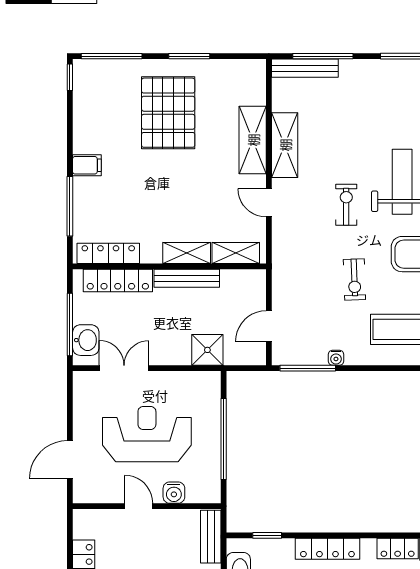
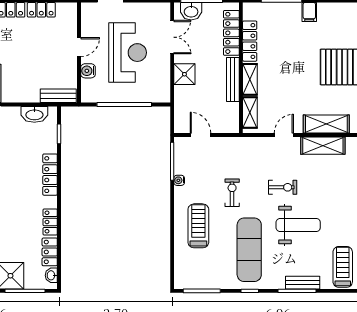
locker: (108, 253) -> (250, 41), moved
exercise bike: (354, 279) -> (232, 193), turned 92
shower: (207, 350) -> (184, 74), moved

